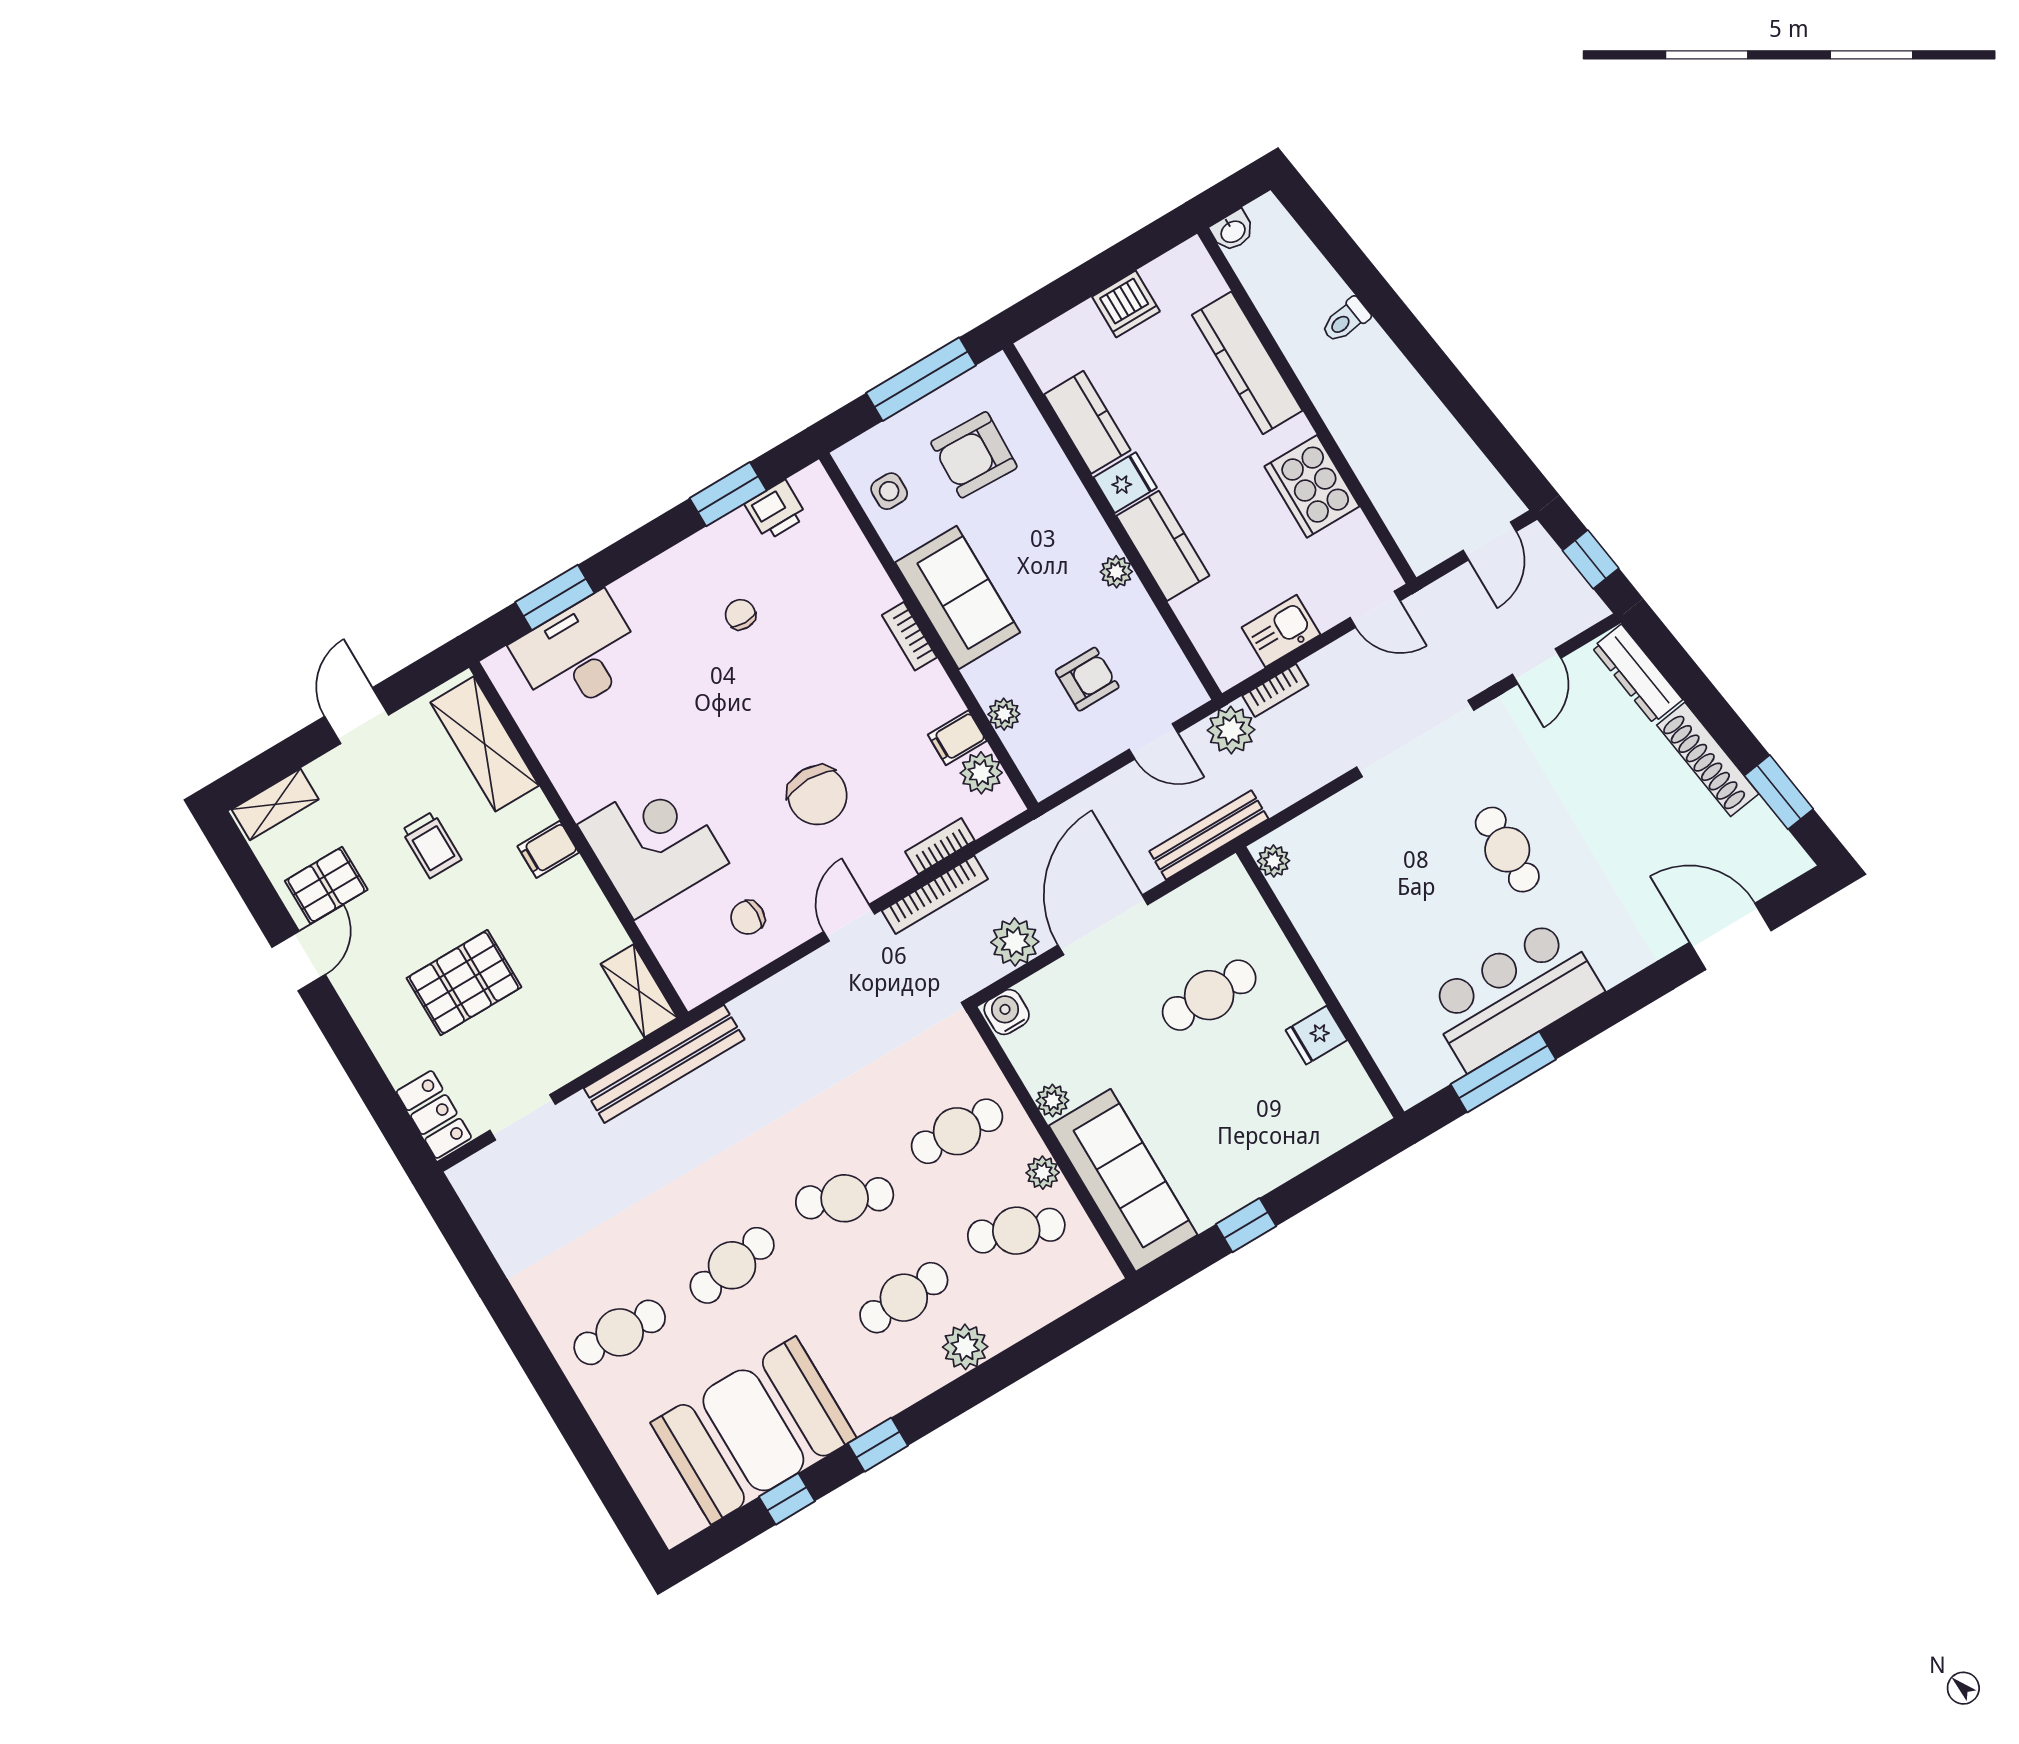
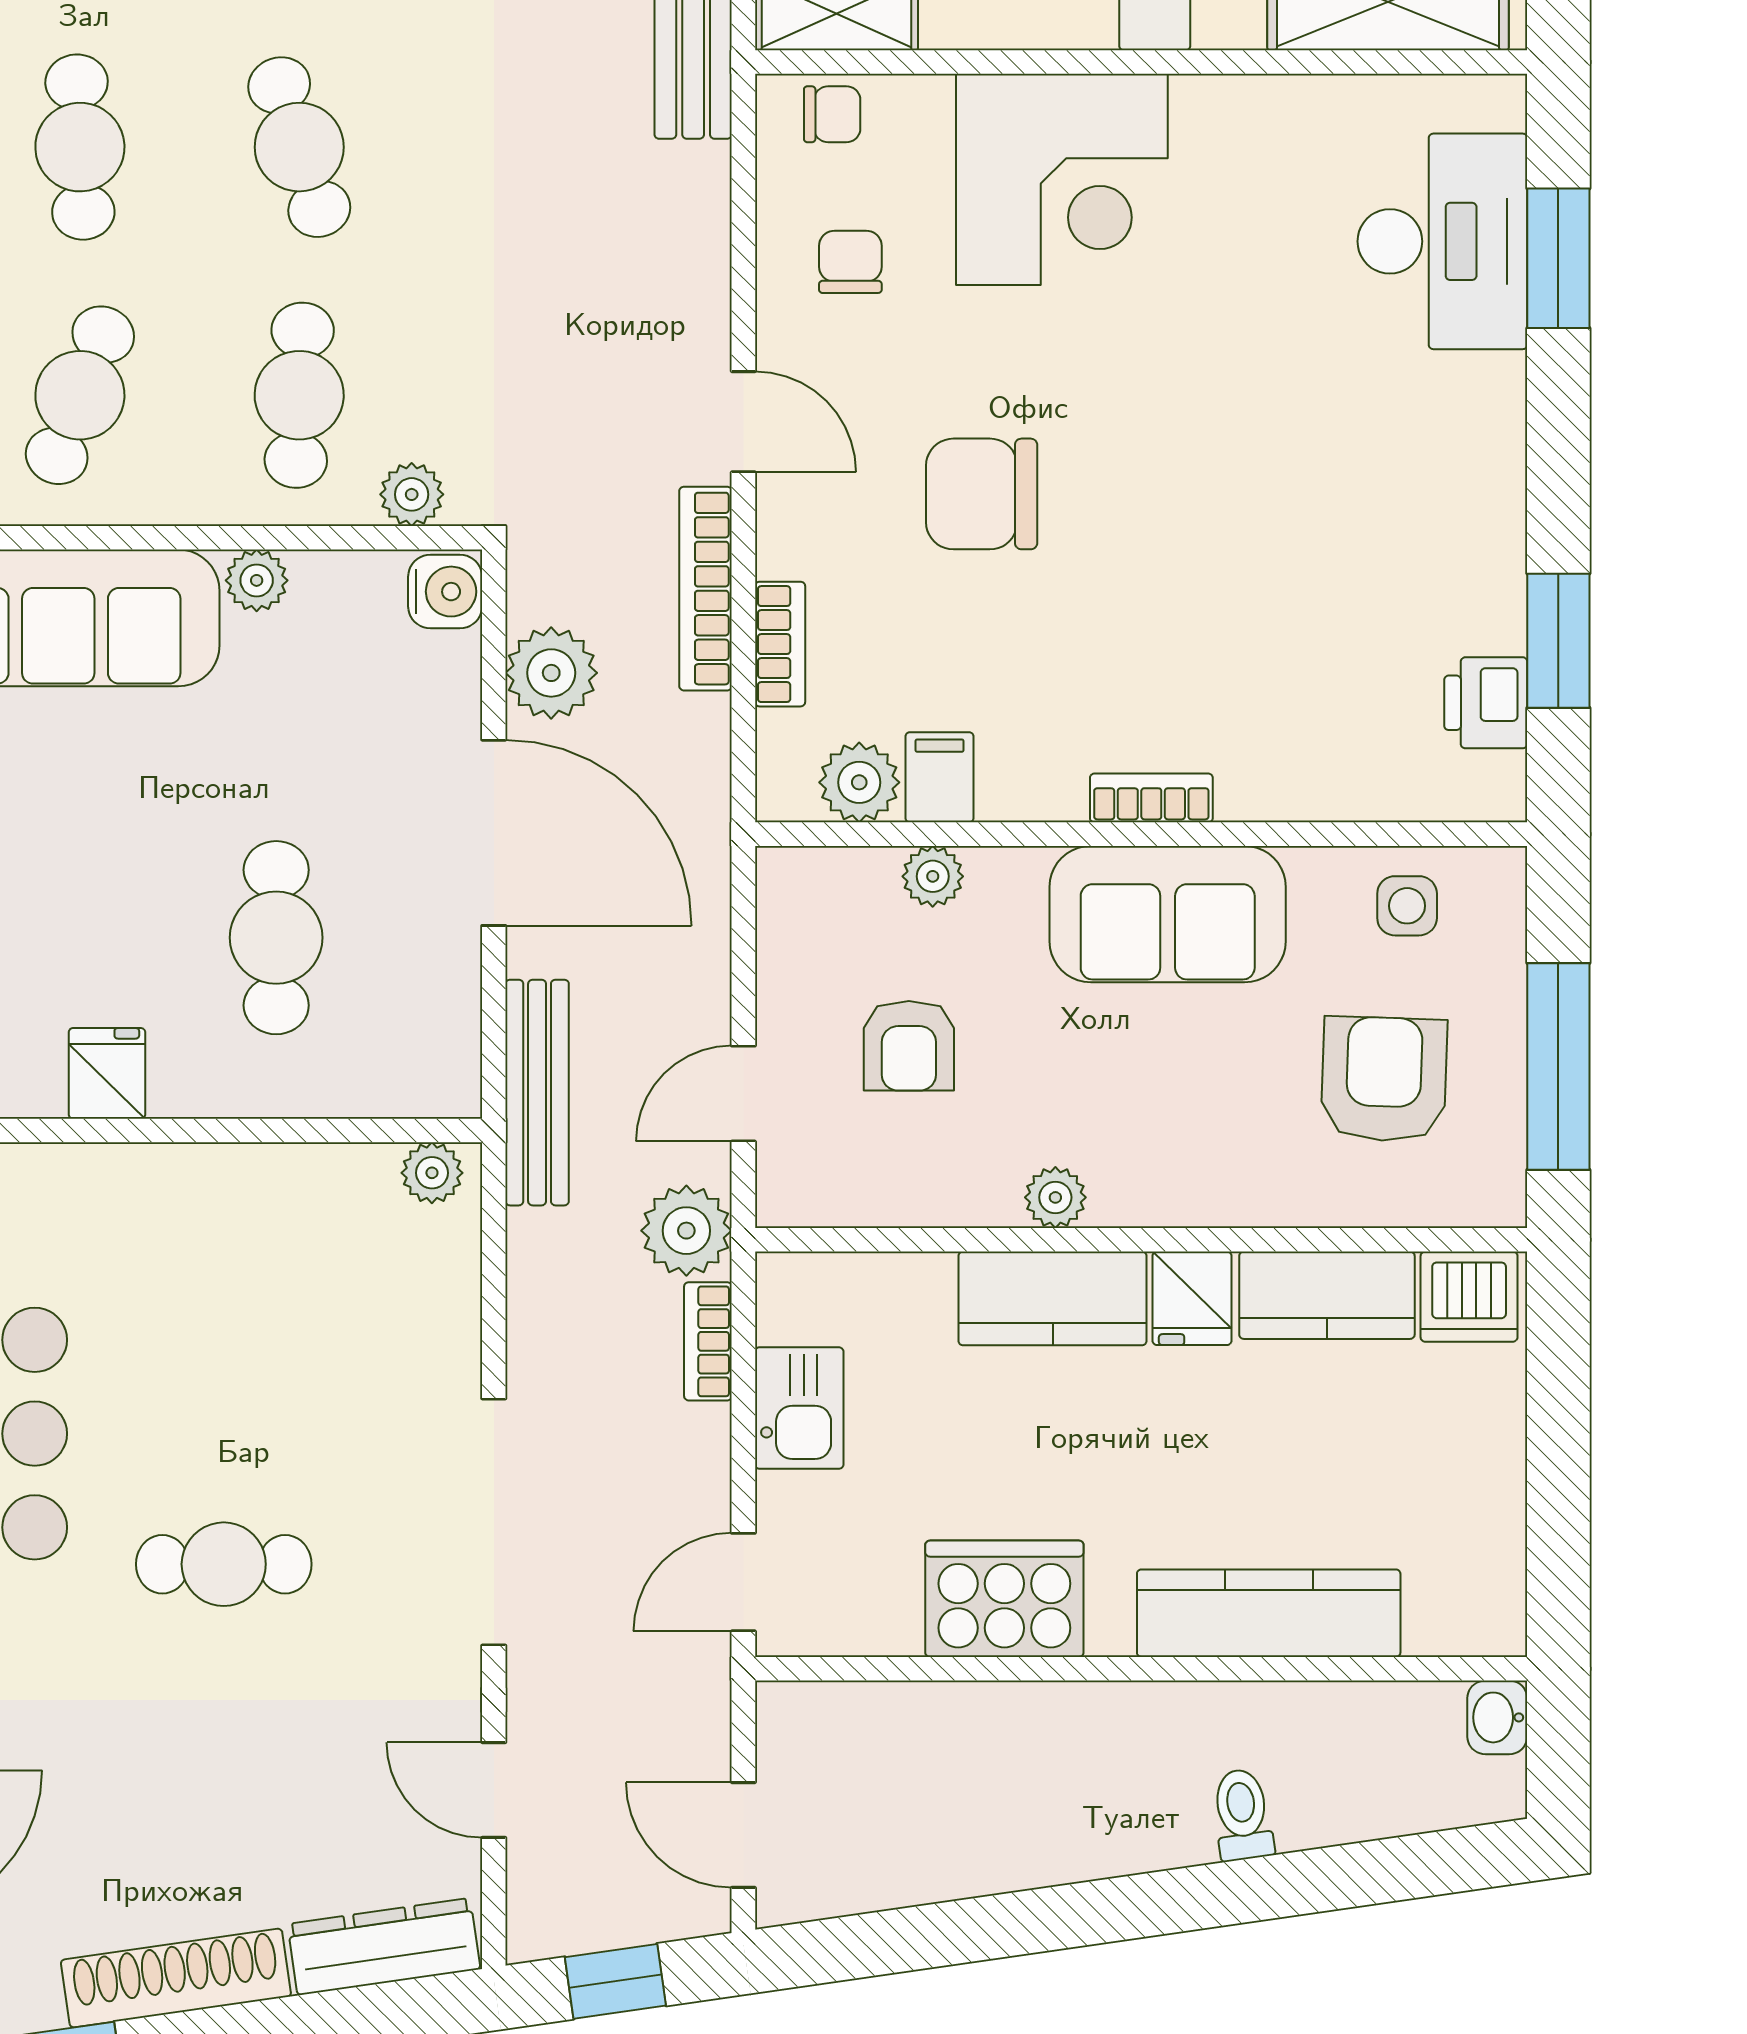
dishwasher: (1126, 304) -> (1469, 1297), moved, turned -90
chair: (740, 615) -> (832, 114), moved
plant: (1043, 1173) -> (412, 494), moved
cafe table: (845, 1198) -> (299, 147), turned -42

